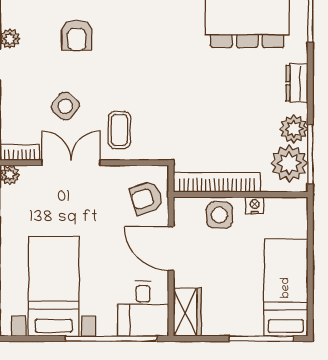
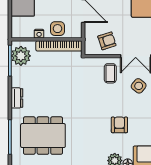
armchair: (77, 35) -> (119, 125), moved
plant: (294, 129) -> (18, 74), removed
armchair: (146, 198) -> (107, 41), moved

